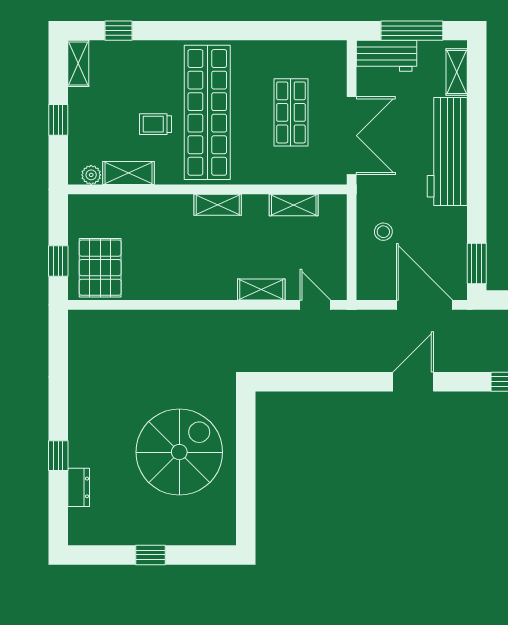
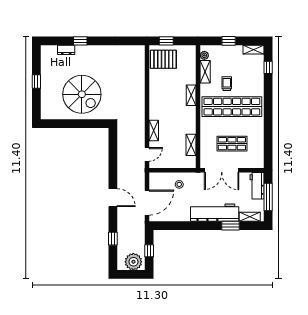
shelving: (218, 205) -> (191, 95), moved
window: (477, 264) -> (230, 226), moved

